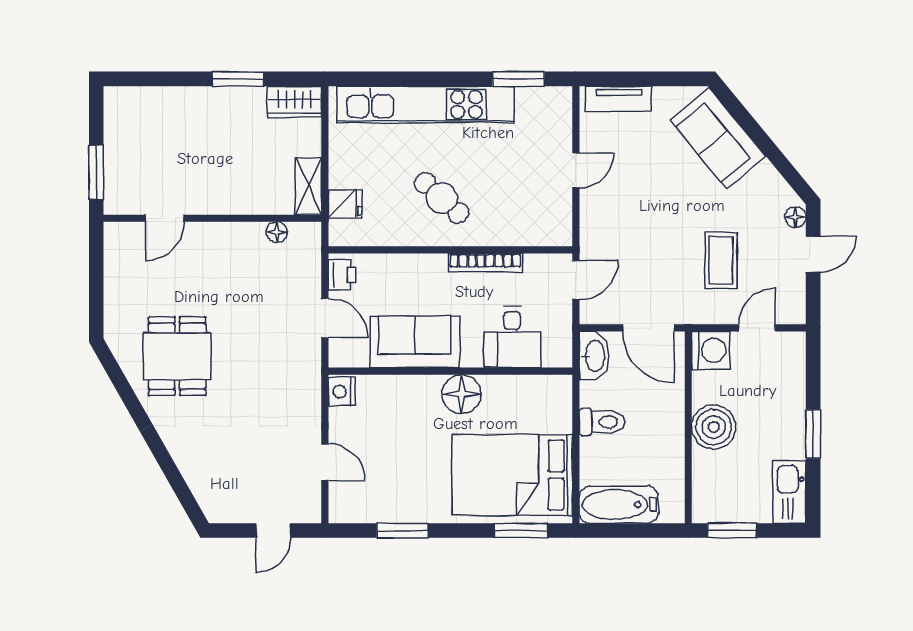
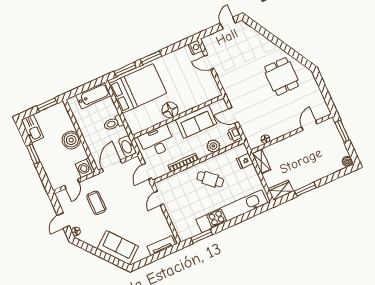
boiler: (116, 99) -> (347, 161), added
door: (576, 170) -> (159, 198), moved
plant: (401, 269) -> (213, 146), added
door: (648, 328) -> (112, 166), hinge flipped
desk: (512, 337) -> (157, 141), width x1.37
nightstand: (342, 392) -> (195, 47), moved
door: (273, 531) -> (228, 23), moved
window: (402, 531) -> (151, 58), moved

